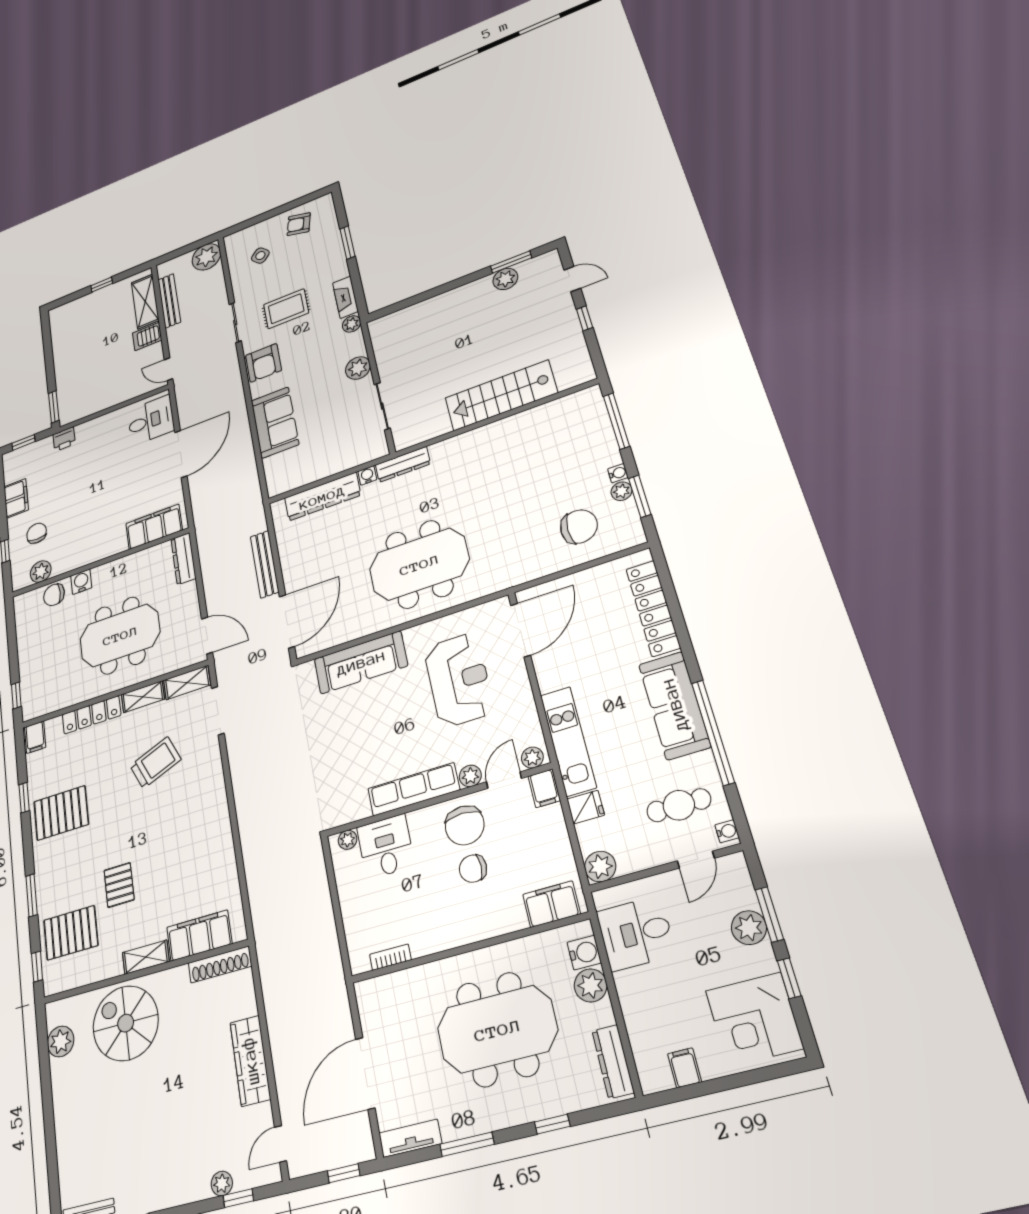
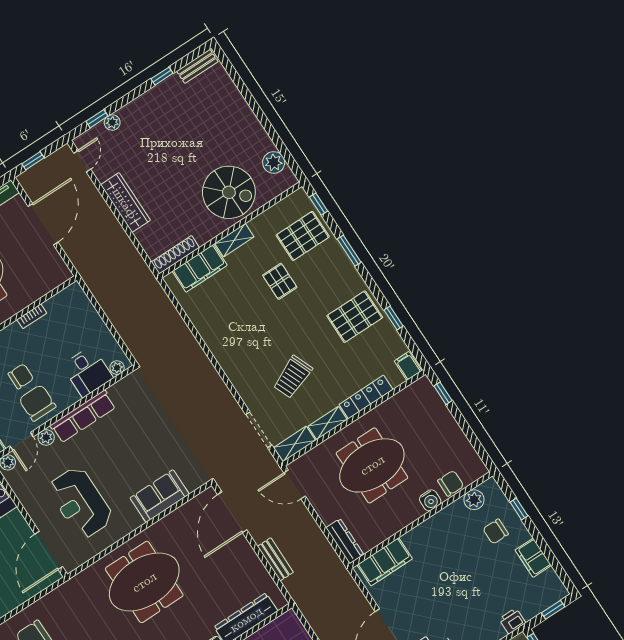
chair: (37, 533) -> (496, 531), turned 90
bench: (265, 564) -> (275, 559), width x0.73
sofa: (361, 662) -> (160, 496), width x0.73
bookcase: (390, 957) -> (32, 316), moved

